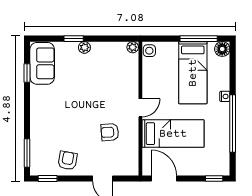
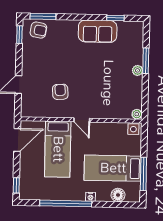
window: (74, 39) -> (146, 61), width x1.50
floor lamp: (222, 49) -> (118, 195), moved
sofa: (42, 63) -> (98, 31), moved
armchair: (68, 160) -> (38, 30), moved

